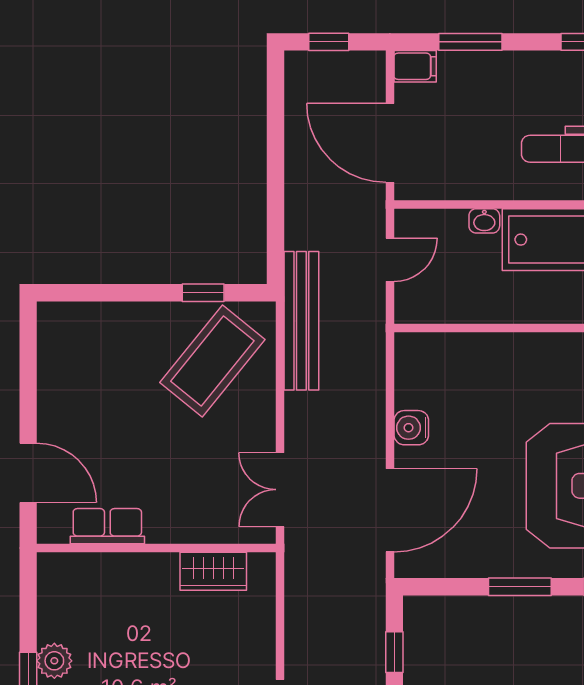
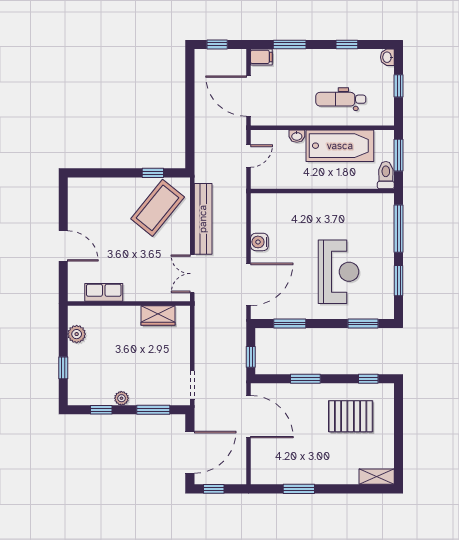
bench: (301, 321) -> (203, 219), moved
door: (28, 473) -> (63, 246), moved
window: (520, 587) -> (290, 323), moved
plant: (54, 661) -> (77, 334), moved

